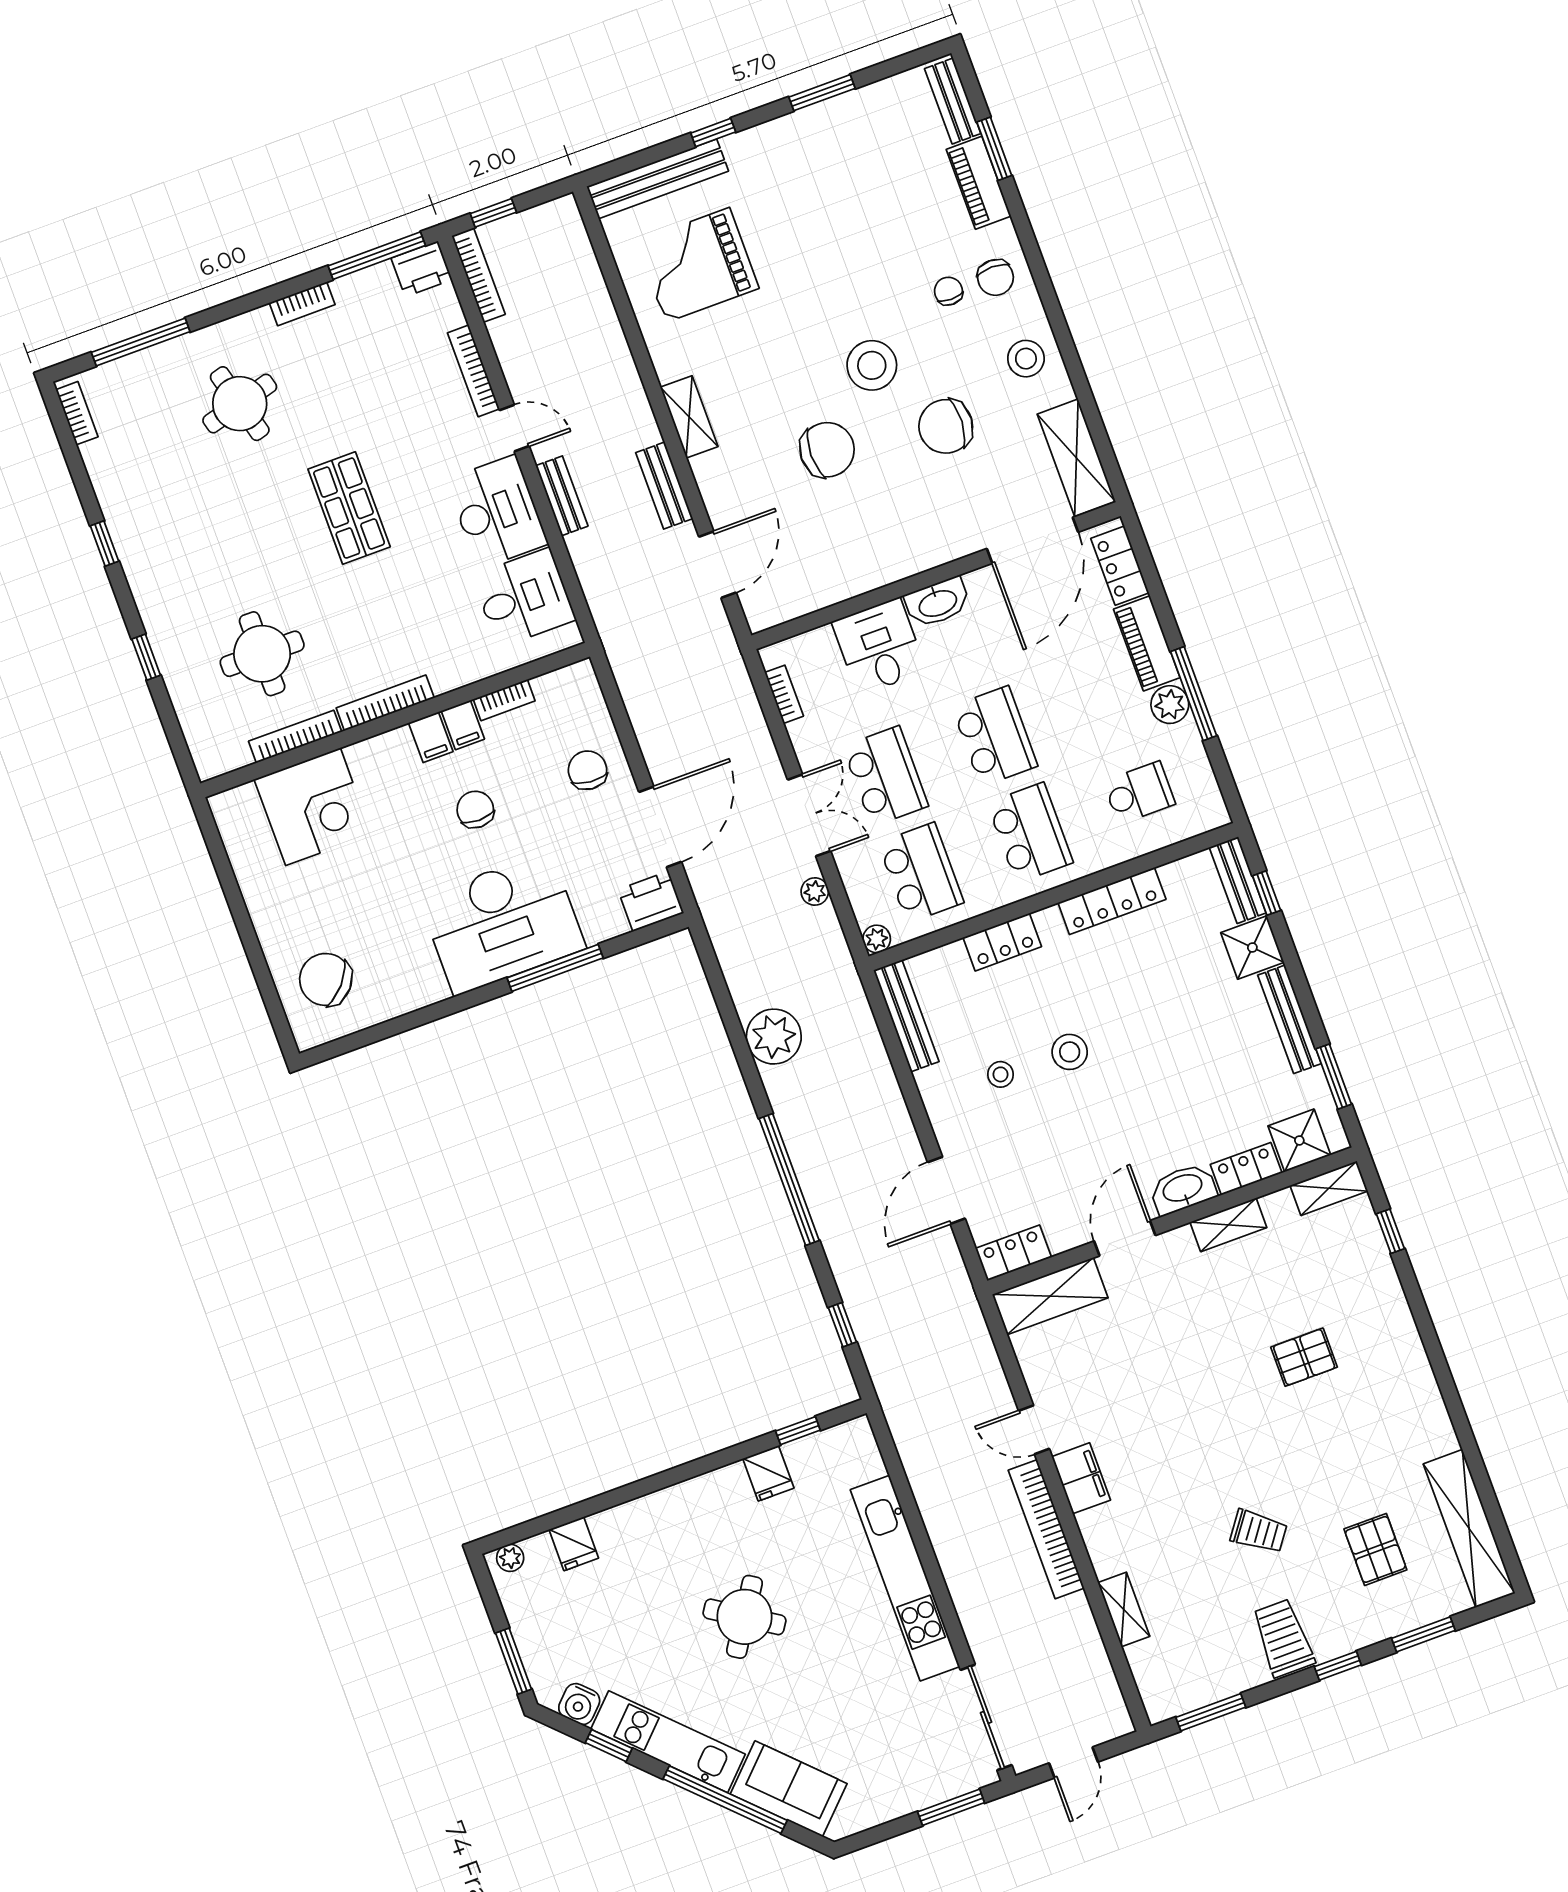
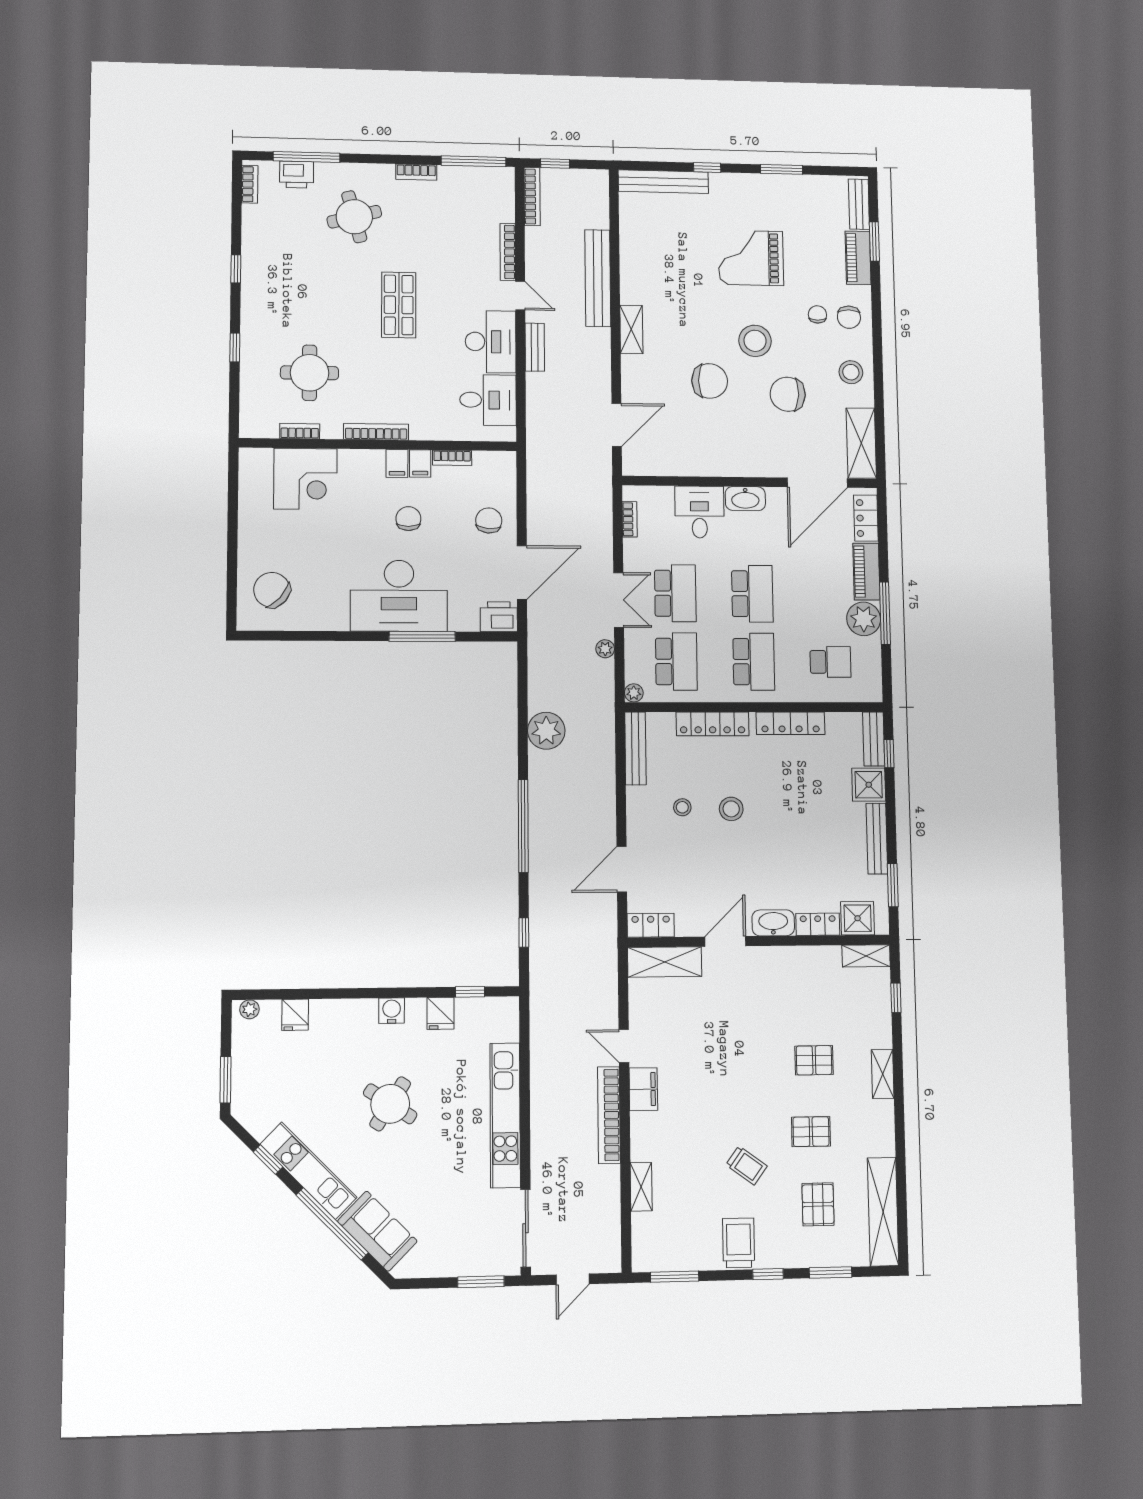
grand piano: (698, 265) -> (751, 258), moved
printer: (422, 269) -> (296, 175), moved
bench: (664, 486) -> (598, 278), moved, width x1.86, depth x1.21
plant: (1170, 705) -> (864, 619), width x1.36, depth x1.36
bookcase: (295, 737) -> (300, 431), width x0.64
locker: (1002, 942) -> (713, 724), width x1.53
shelving: (1228, 1225) -> (883, 1074), moved, turned 90
pallet: (1333, 1455) -> (811, 1132), added
water cooler: (579, 1704) -> (392, 1011), moved, turned 135

